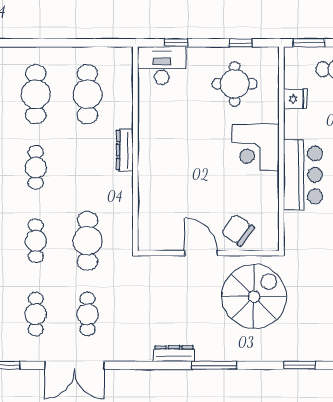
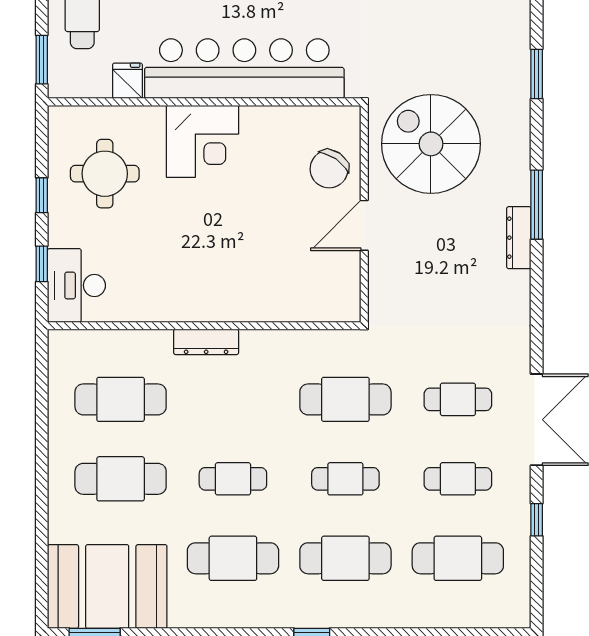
window: (241, 43) -> (42, 195), moved
bar counter: (303, 175) -> (244, 69), width x1.86
dresser: (174, 354) -> (519, 238), moved

